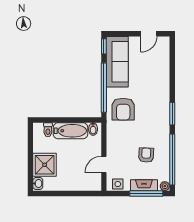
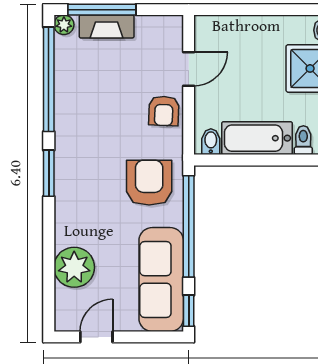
plant: (160, 68) -> (74, 267), added
armchair: (146, 155) -> (164, 111), moved
side table: (118, 184) -> (160, 29), removed

